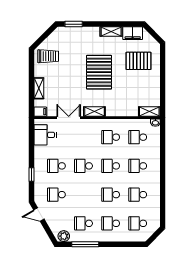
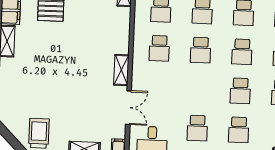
pallet: (99, 72) -> (65, 61), removed
double door: (69, 118) -> (128, 108), swing flipped
school desk: (84, 166) -> (240, 91), moved

